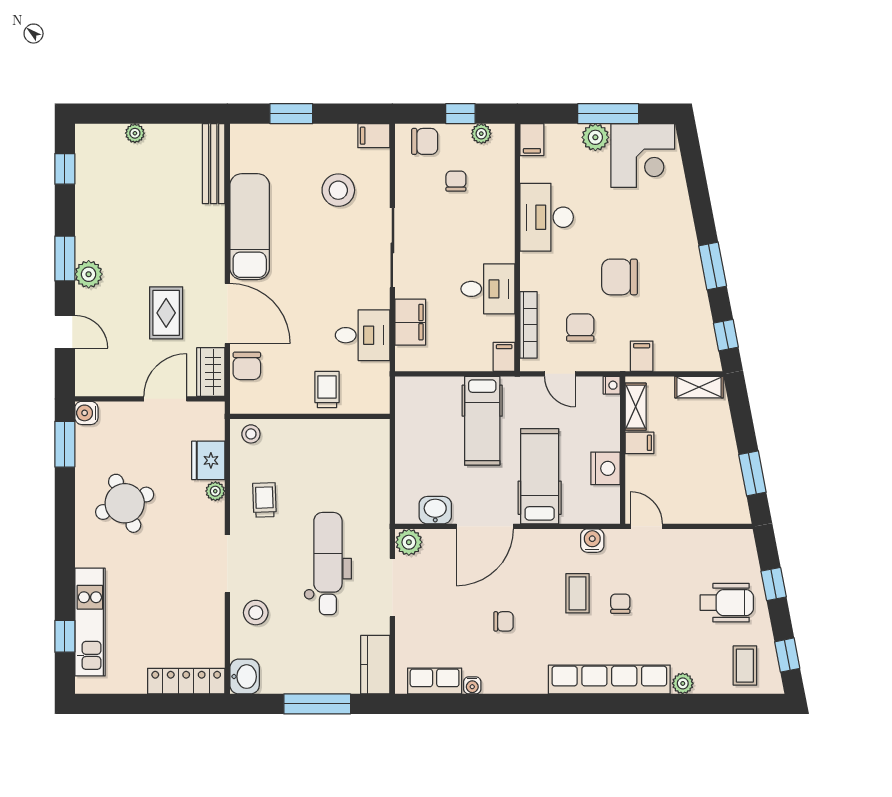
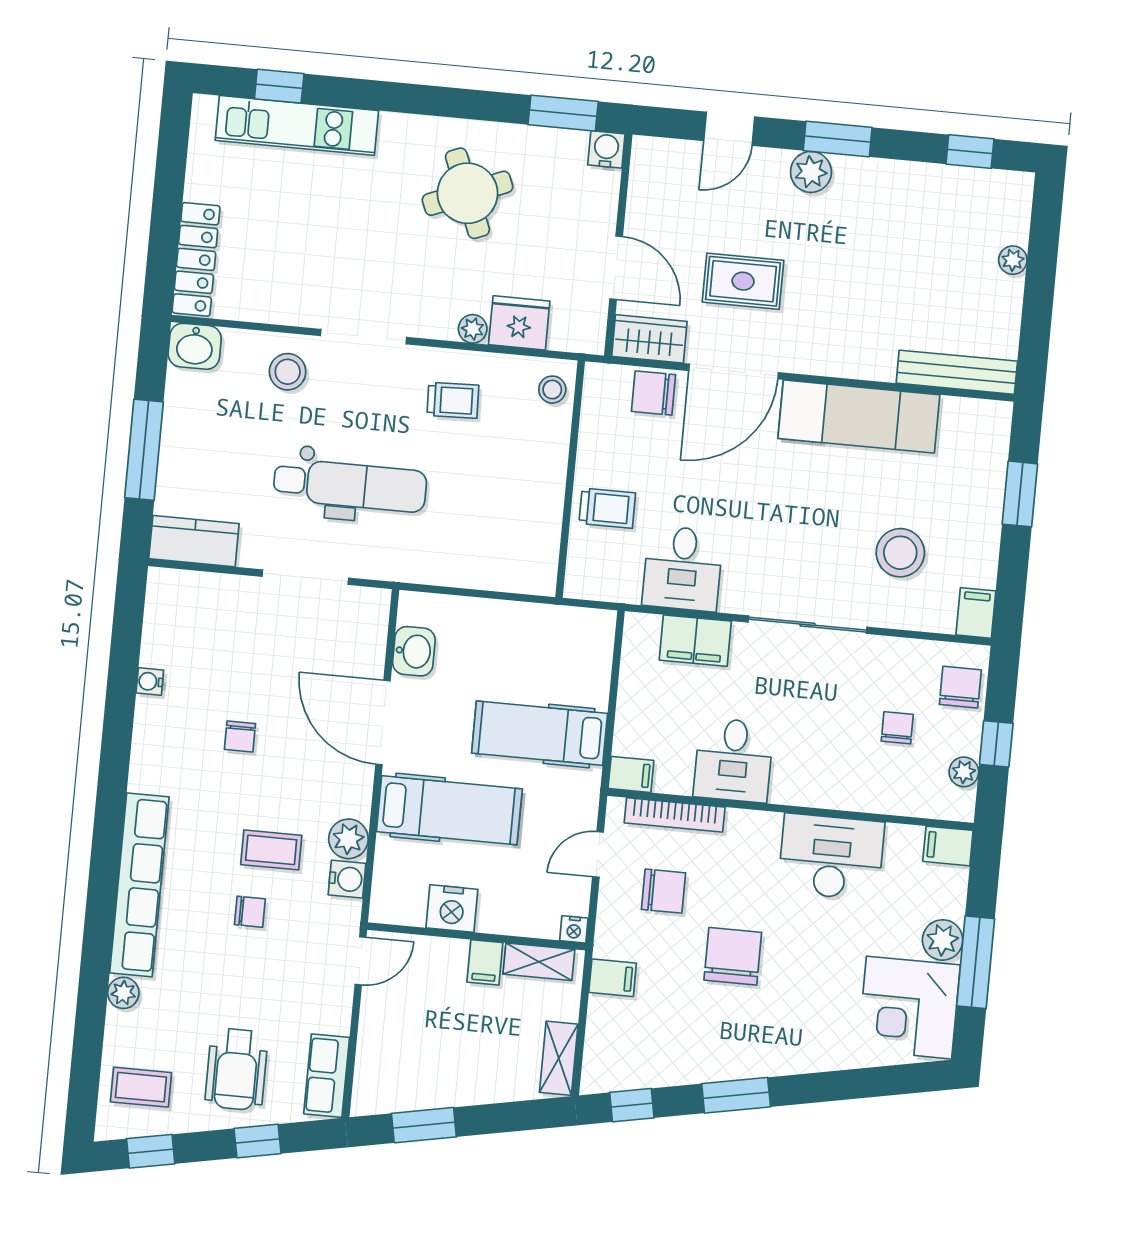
chair: (425, 141) -> (960, 687), turned 180
chair: (456, 181) -> (897, 728), turned -90
plant: (409, 542) -> (348, 839), moved
row of seats: (435, 681) -> (327, 1076), moved, turned 180

